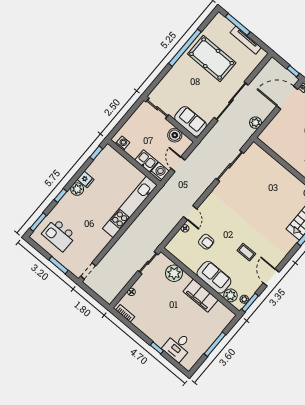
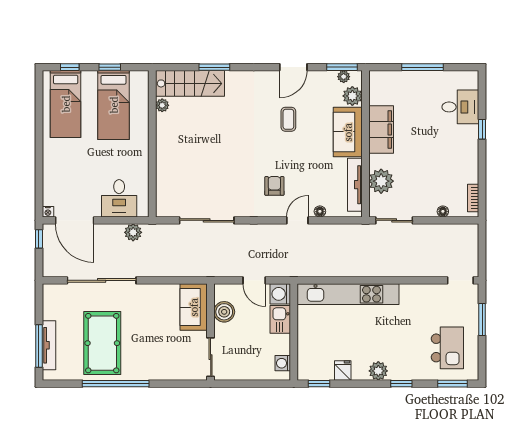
tv unit: (246, 40) -> (49, 345), moved
sliding door: (231, 101) -> (102, 280), moved
desk: (279, 130) -> (119, 198), added
door: (178, 164) -> (254, 280), hinge flipped
fridge: (86, 179) -> (343, 370), moved
armchair: (206, 242) -> (274, 186), moved
tv unit: (184, 258) -> (355, 185), added

